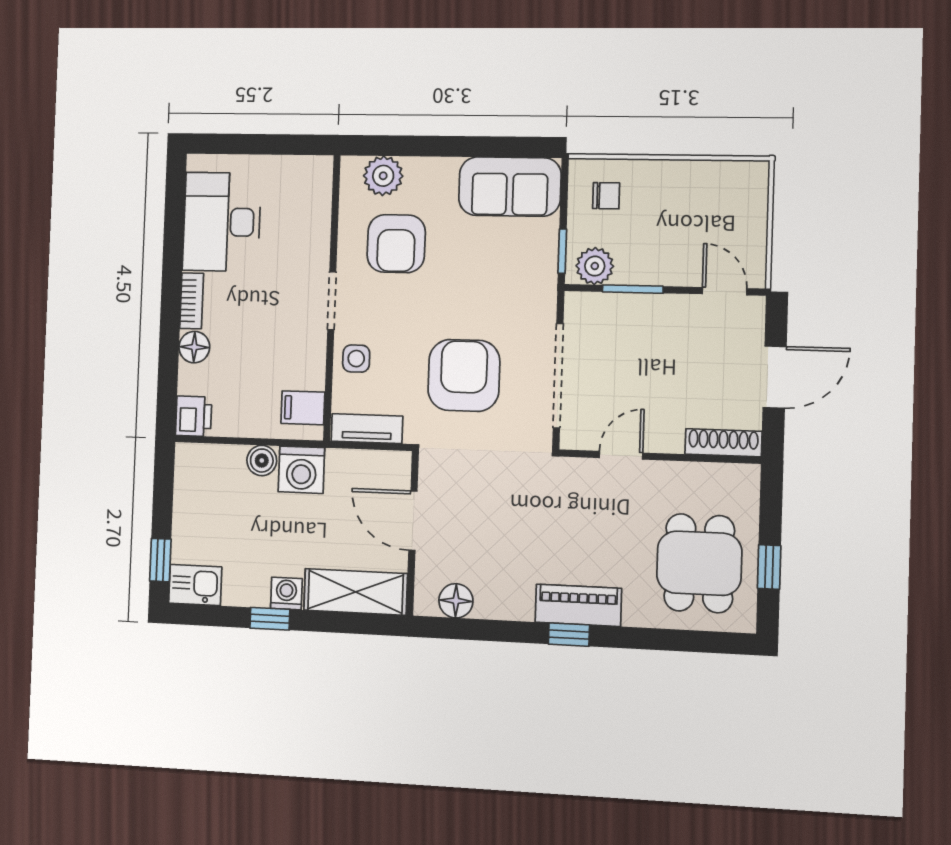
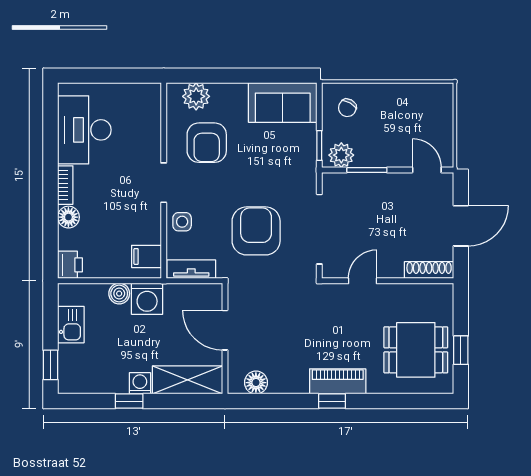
chair: (606, 196) -> (347, 108), turned 120
dining table: (699, 563) -> (416, 350), turned 90
kitchen sink: (195, 585) -> (71, 325), moved, turned 90

